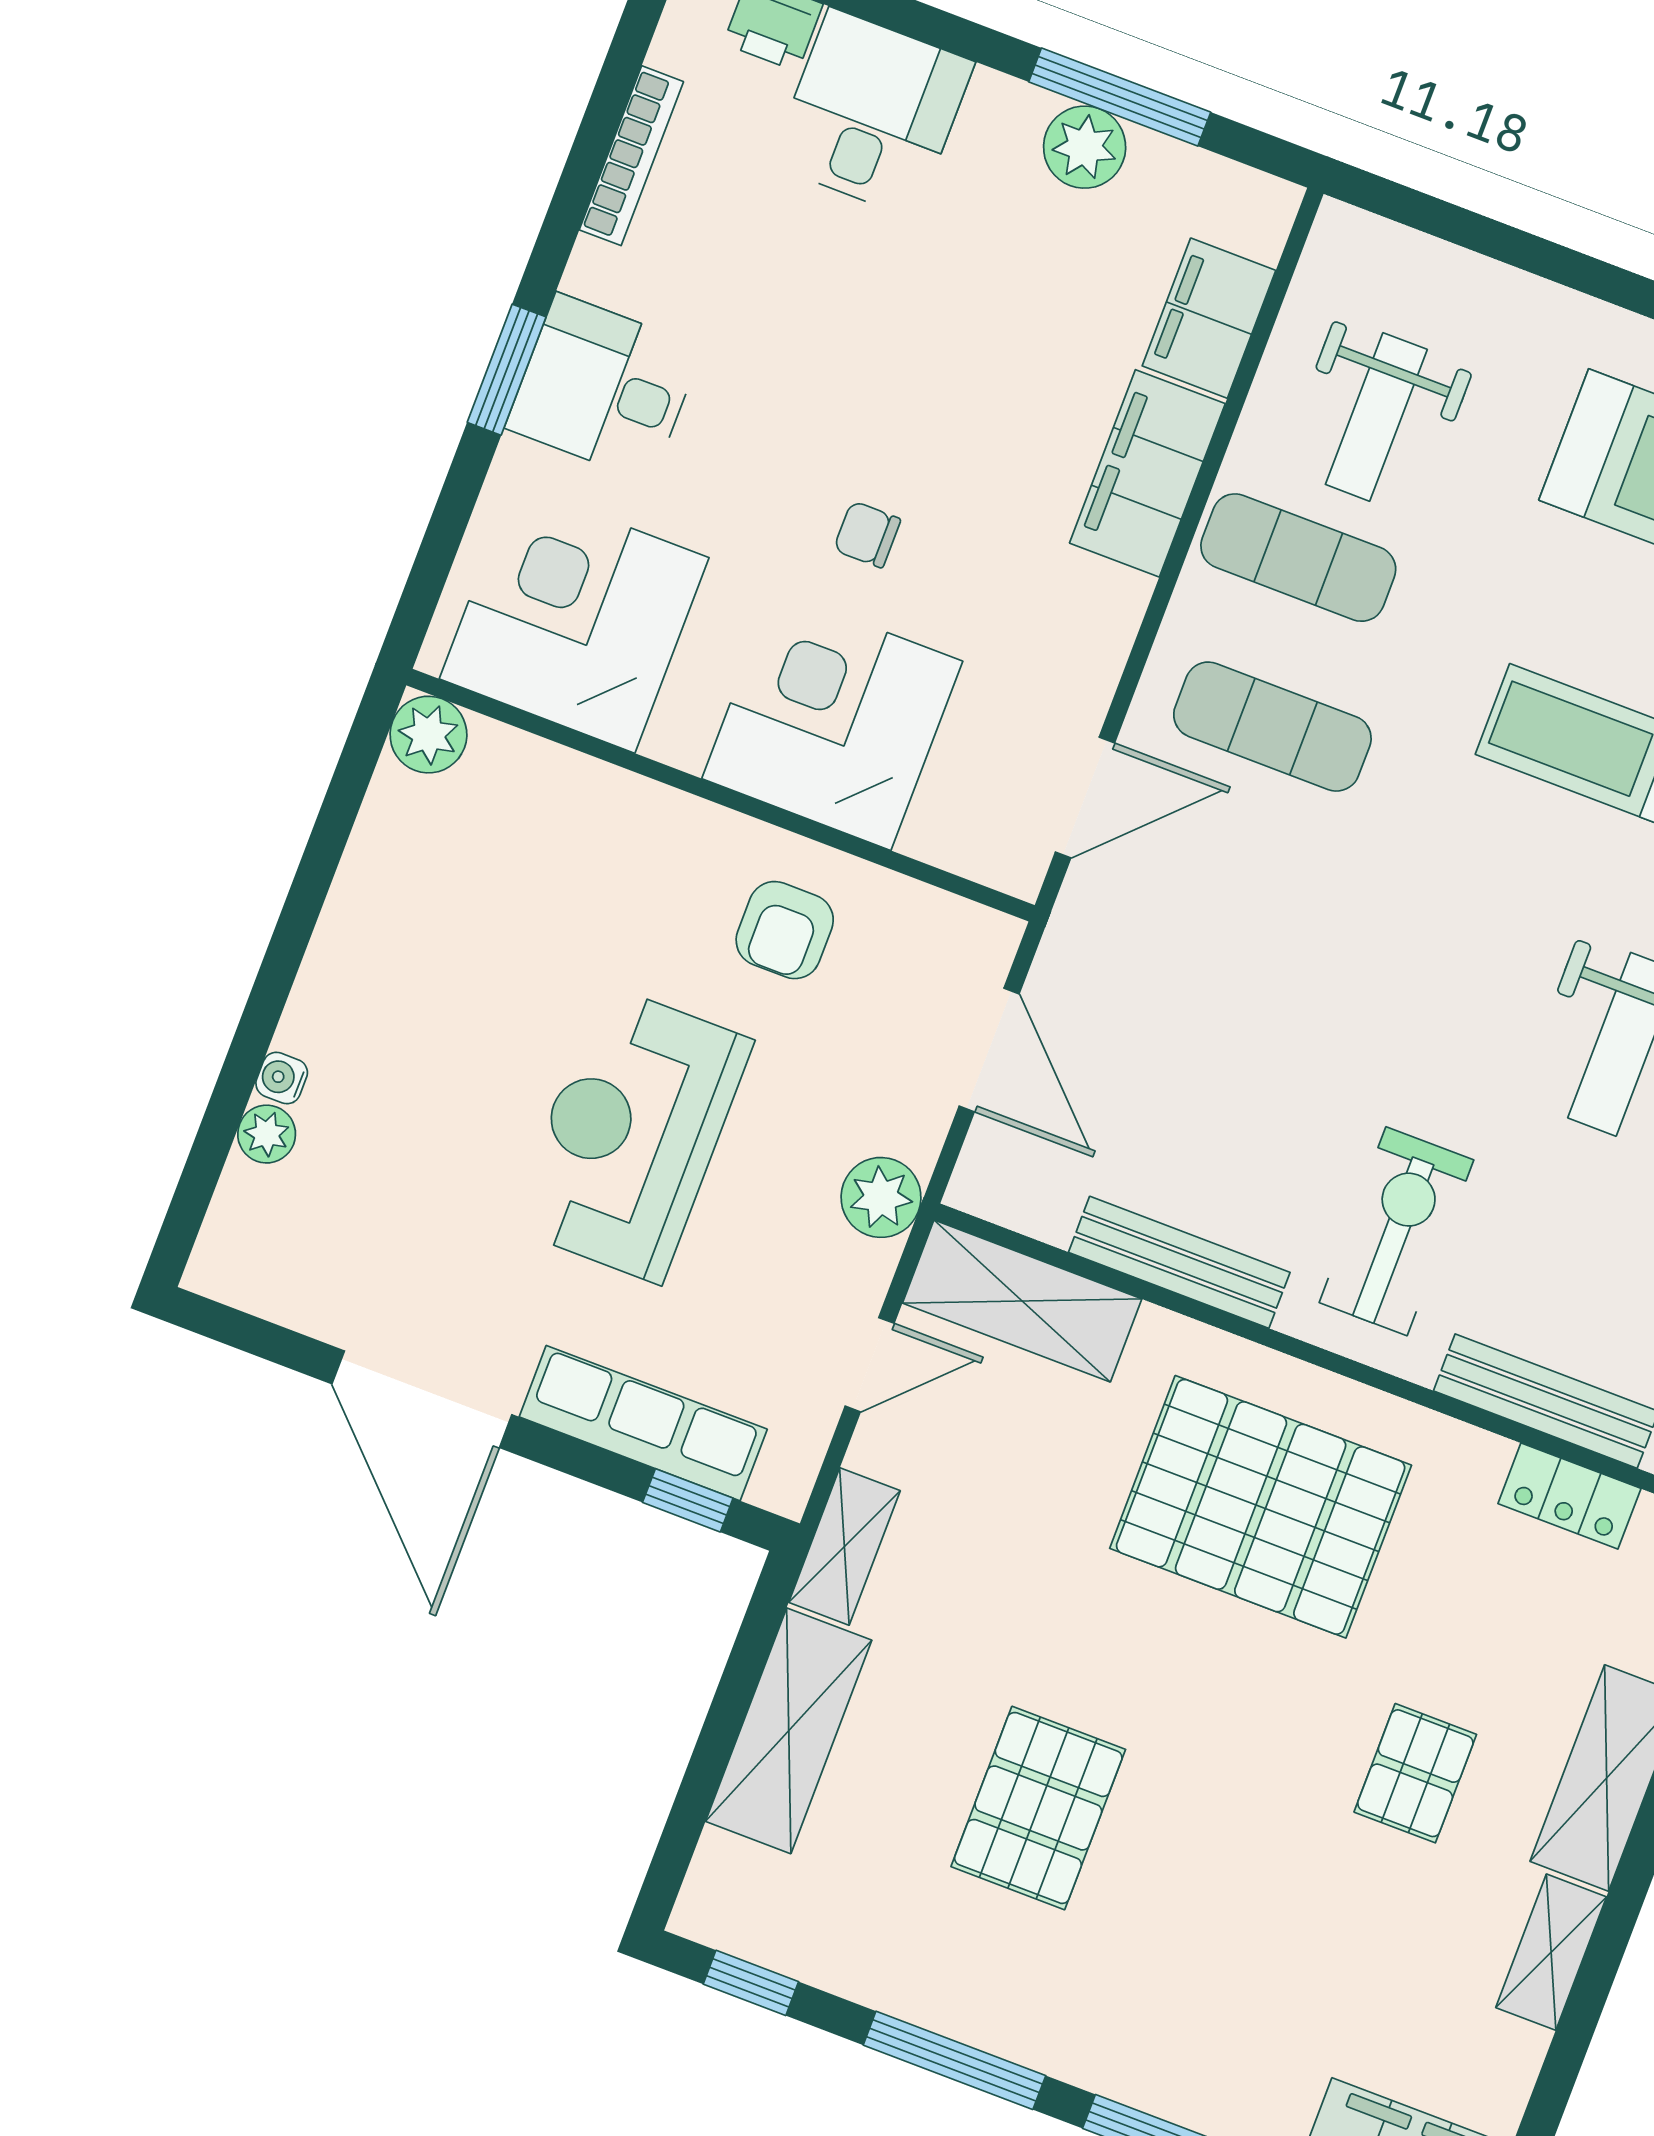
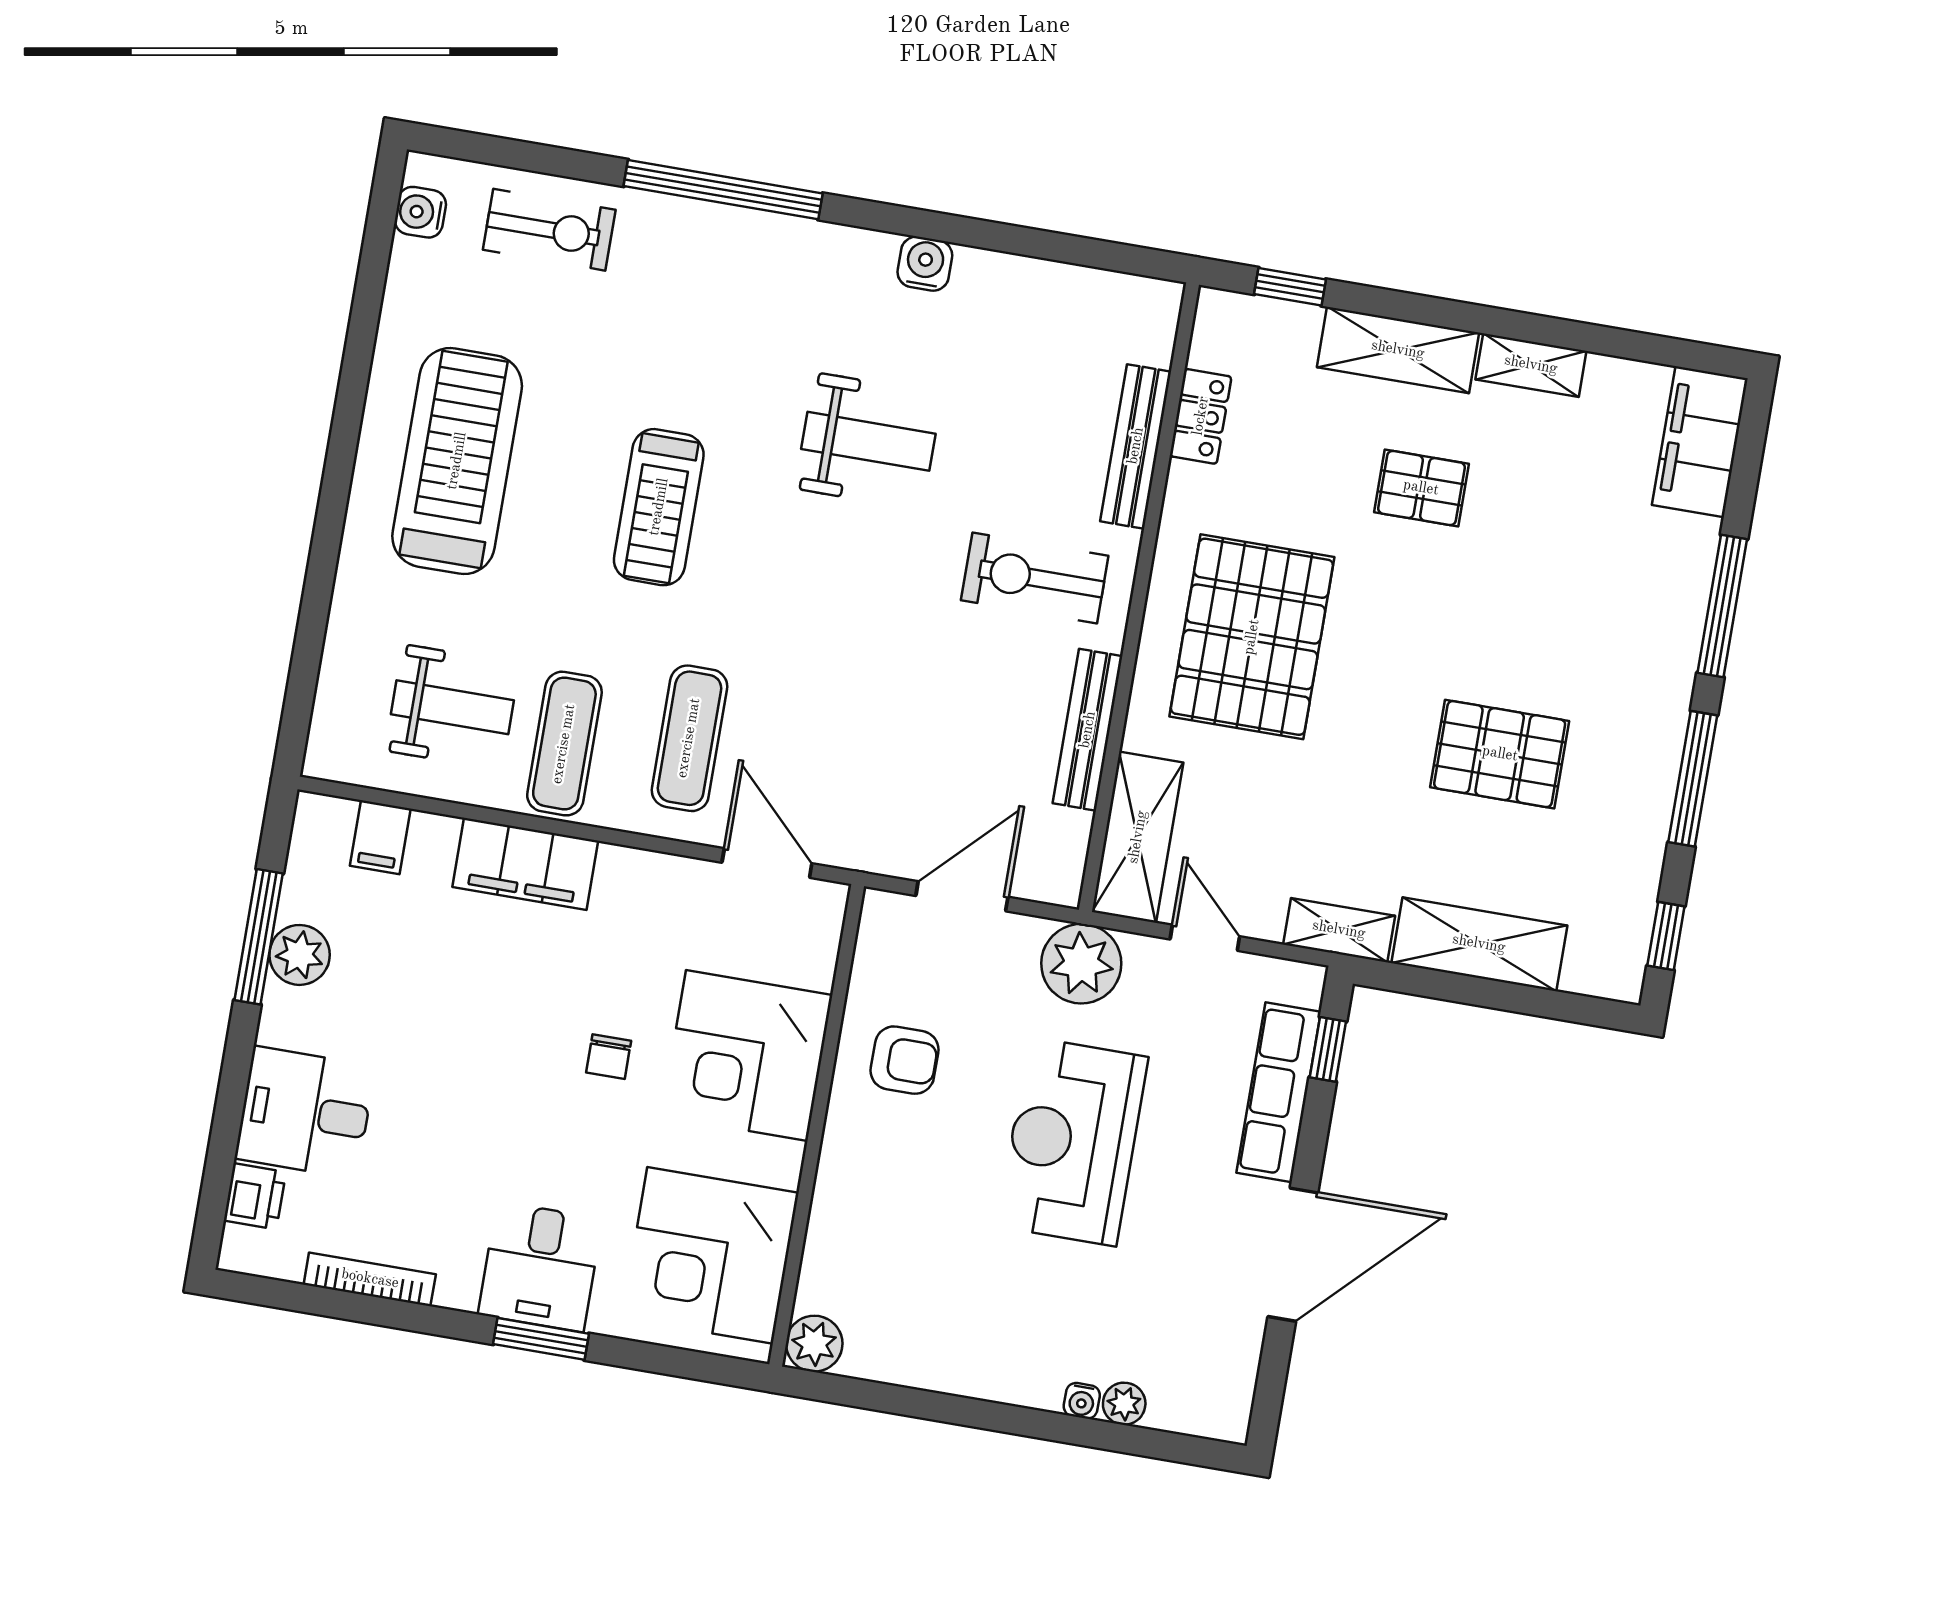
filing cabinet: (1209, 318) -> (380, 837), width x0.50
reception desk: (631, 1134) -> (1073, 1142), turned 90
plant: (881, 1197) -> (1081, 964), width x1.36, depth x1.36

